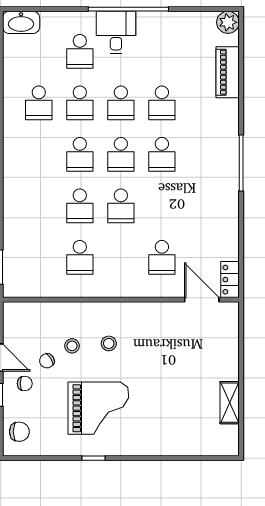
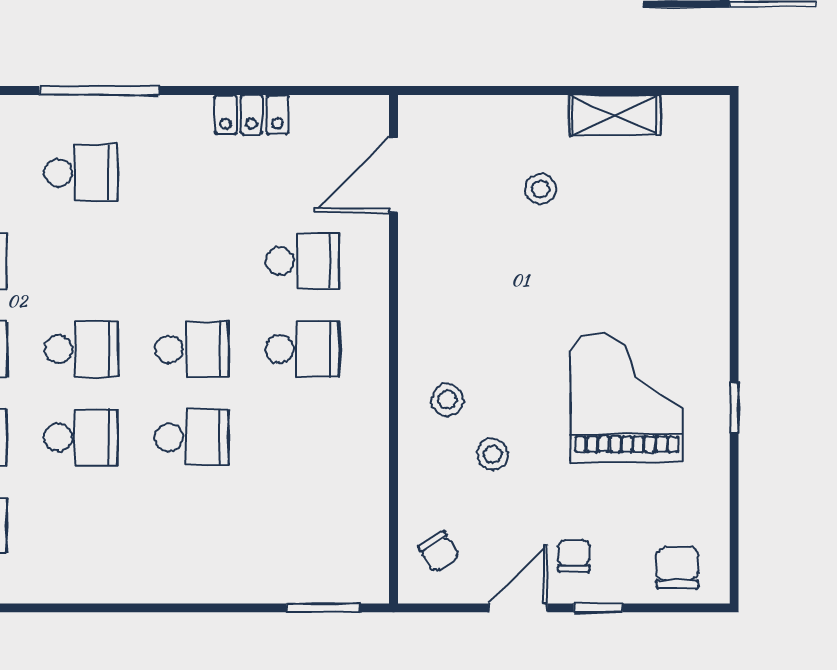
school desk: (162, 154) -> (81, 173), moved
school desk: (80, 257) -> (302, 349), moved
locker: (230, 280) -> (252, 114), moved
stool: (109, 343) -> (447, 400), moved
chair: (47, 361) -> (439, 552), moved
stool: (195, 368) -> (540, 189), added

